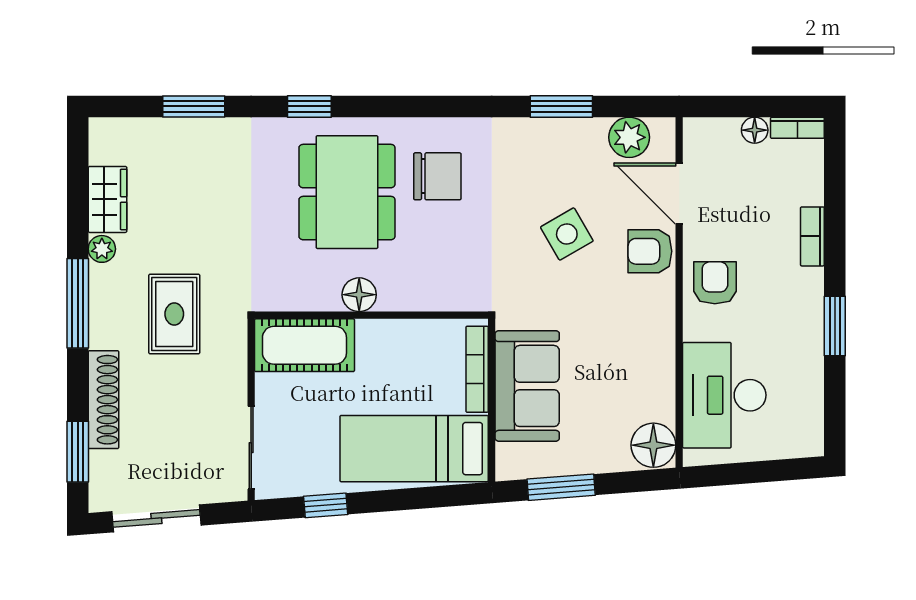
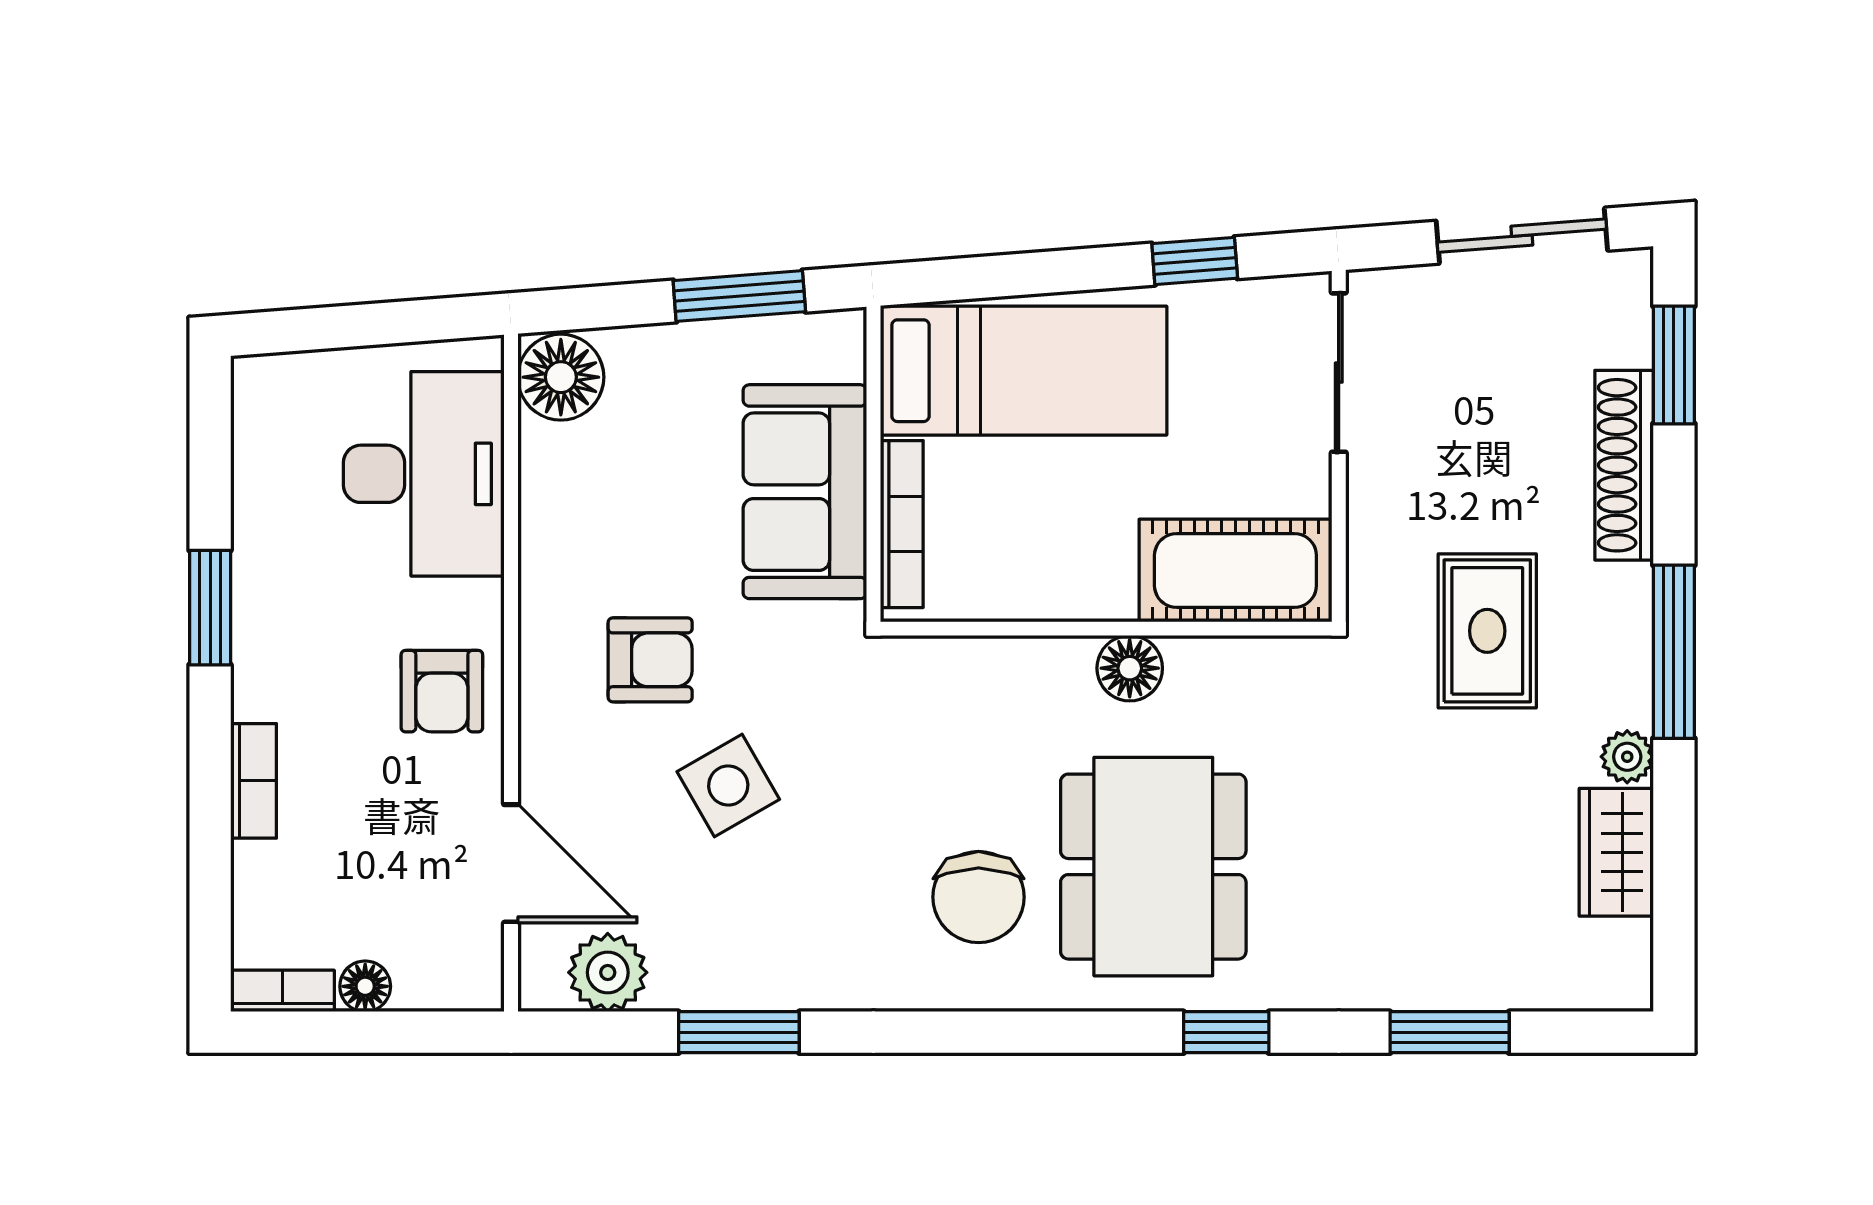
chair: (437, 176) -> (979, 897), turned -90
armchair: (650, 251) -> (650, 660), moved

